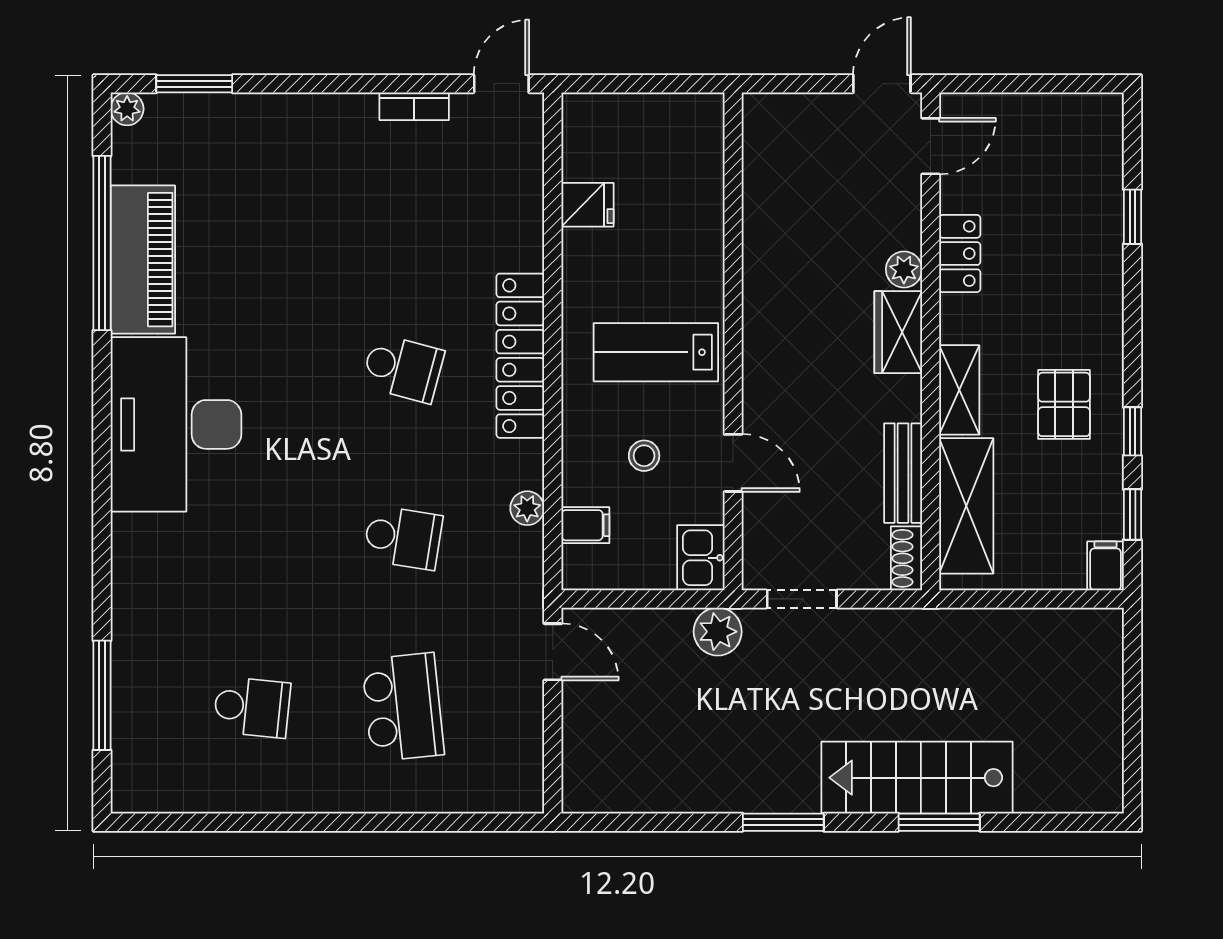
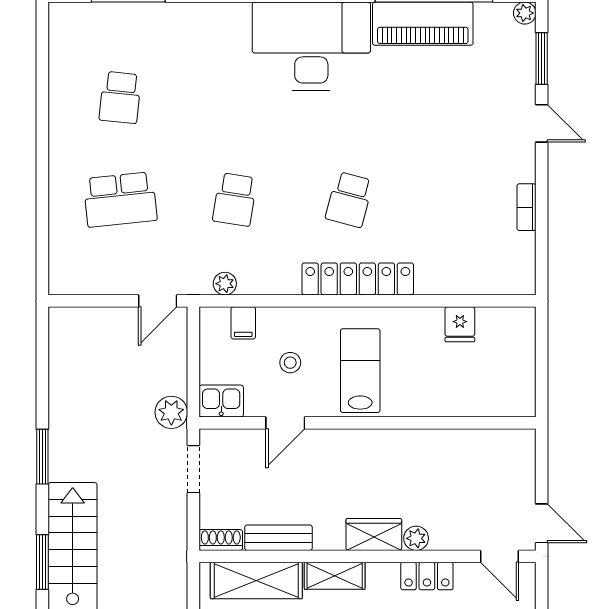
door: (501, 84) -> (542, 123), moved
plant: (527, 508) -> (225, 284), moved

